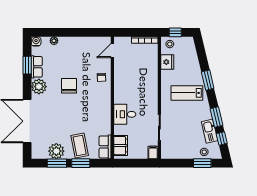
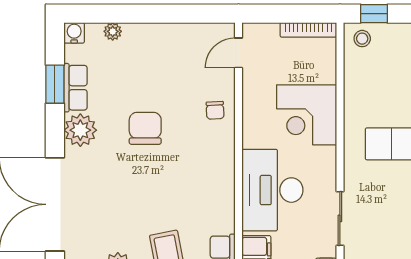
fridge: (167, 62) -> (357, 77), removed
corner desk: (144, 79) -> (307, 115), added
desk: (125, 114) -> (272, 190), width x1.87, depth x1.30

